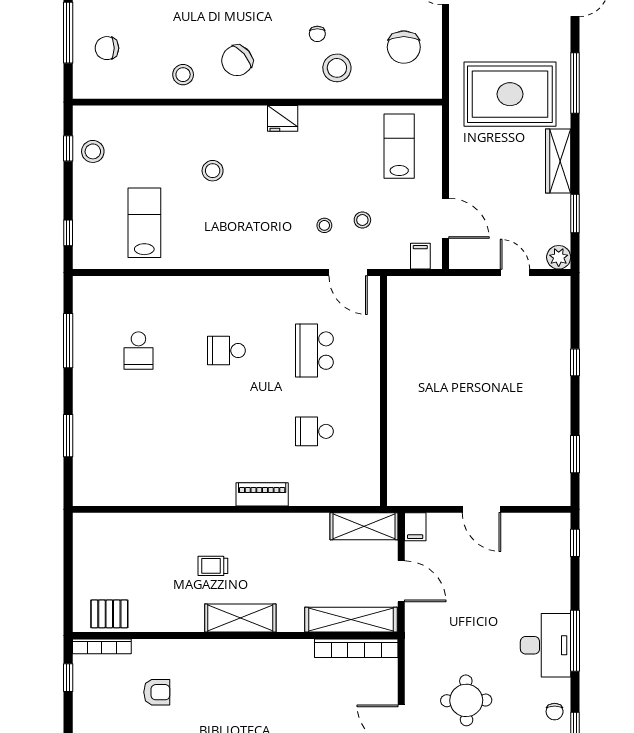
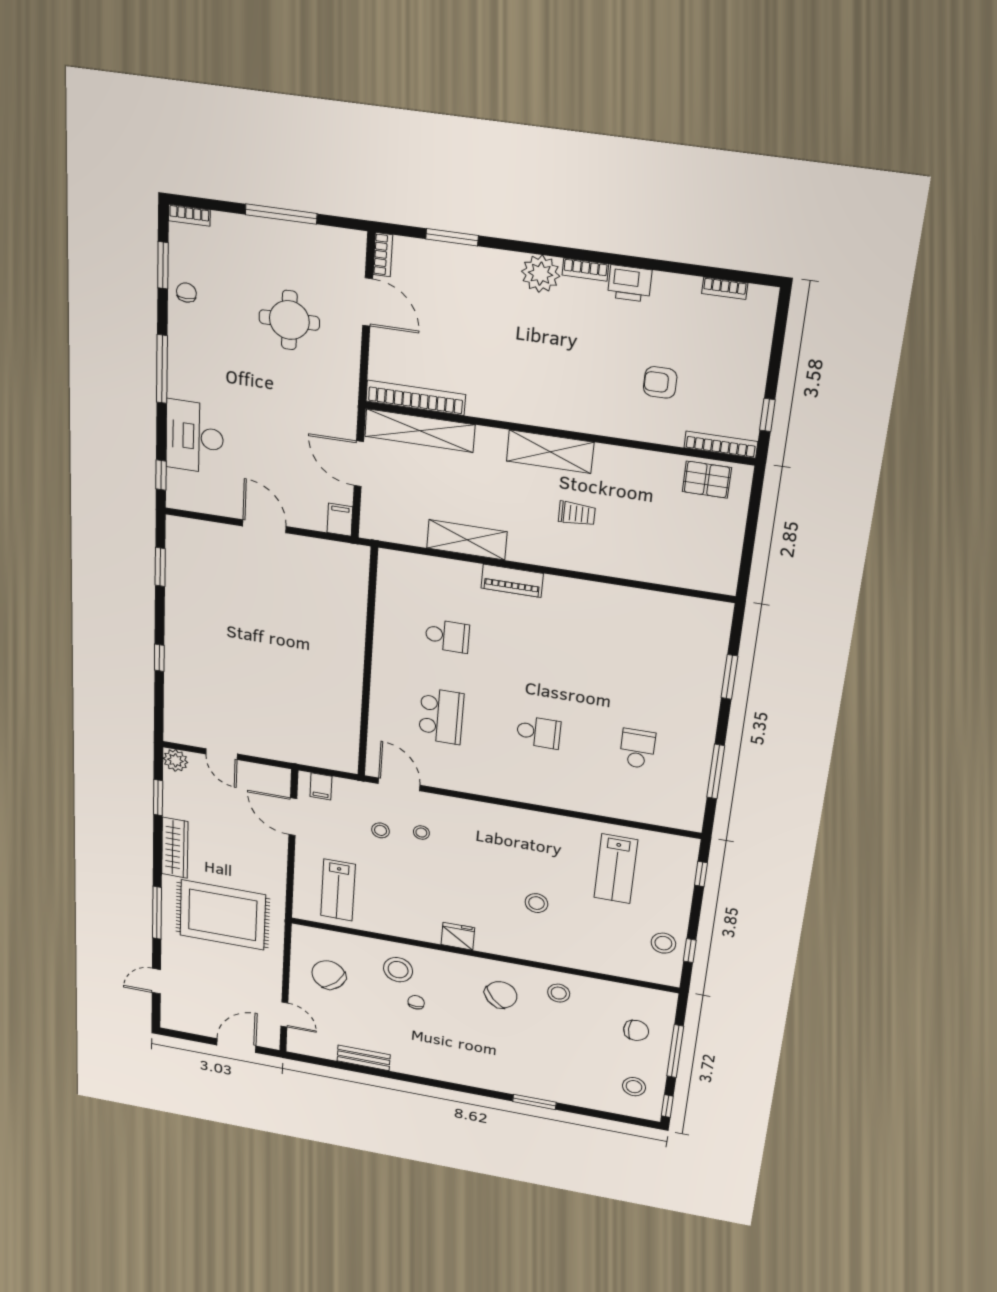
chair: (404, 47) -> (329, 975), turned -47
shelving: (364, 526) -> (467, 540), moved
desk: (545, 645) -> (195, 437), moved

